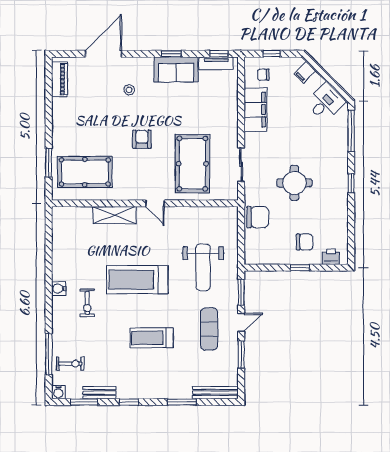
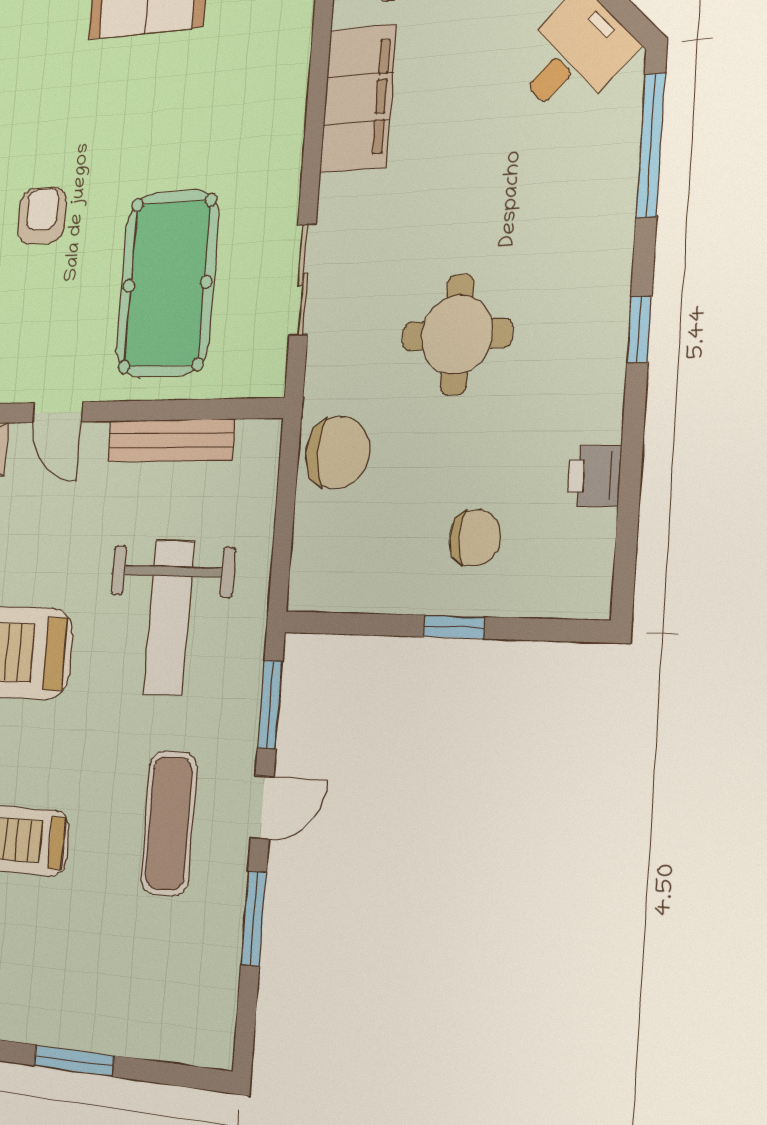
stool: (129, 90) -> (23, 69), removed
printer: (331, 257) -> (594, 476), moved, turned -90
bench: (215, 393) -> (170, 440), moved

